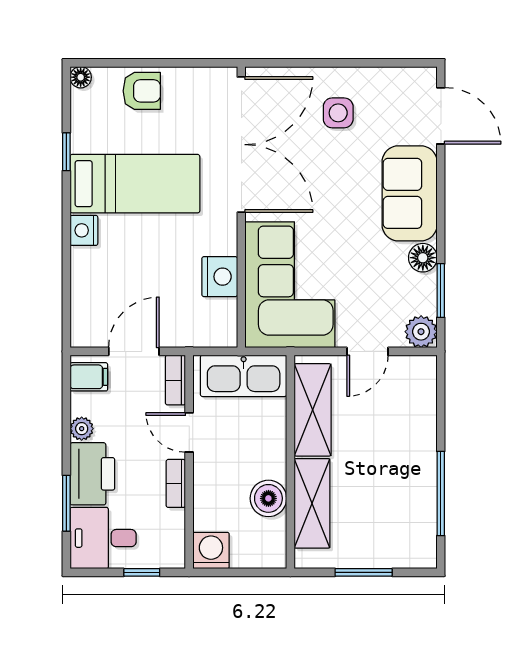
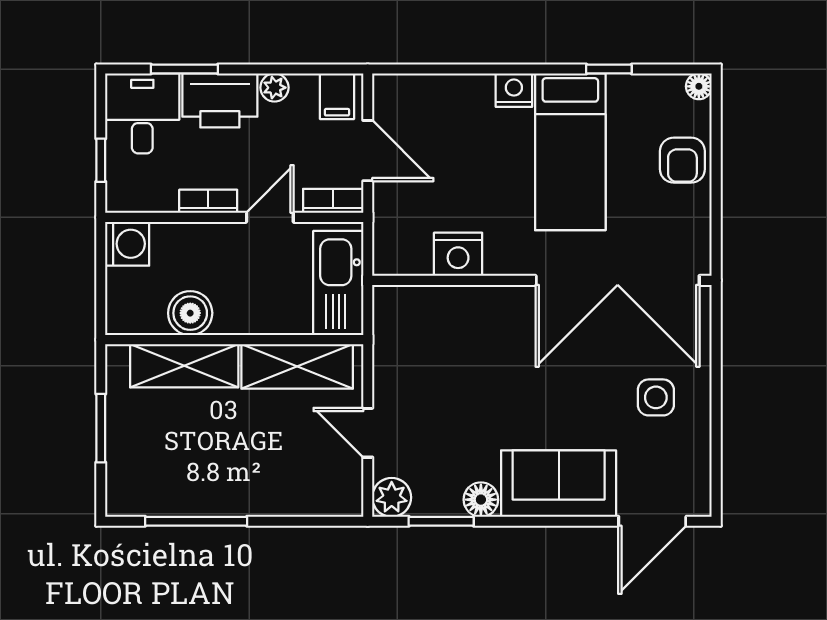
corner sofa: (290, 285) -> (448, 339), removed

